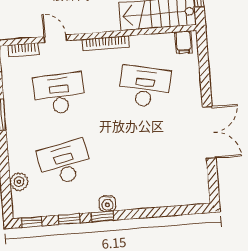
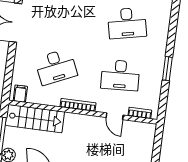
desk: (145, 87) -> (56, 67), turned -36
plant: (19, 182) -> (164, 16), removed

